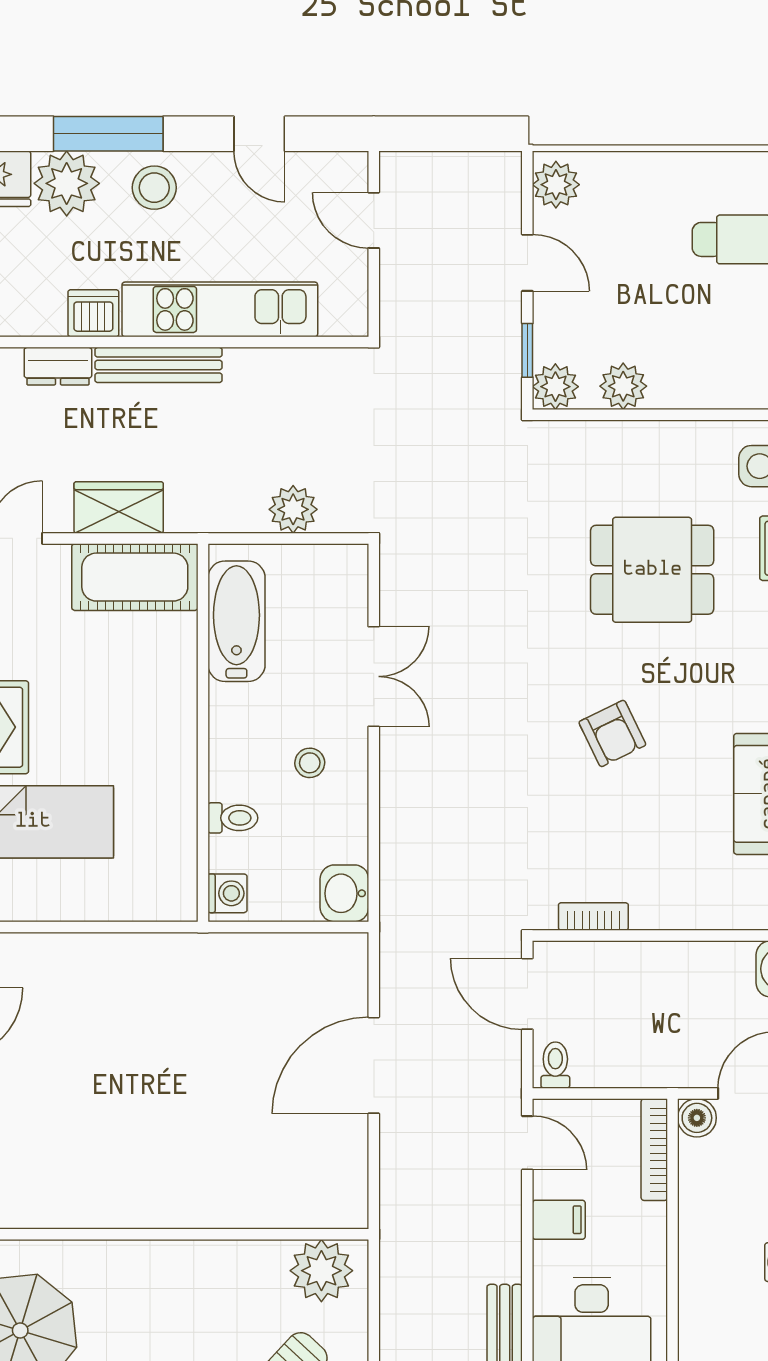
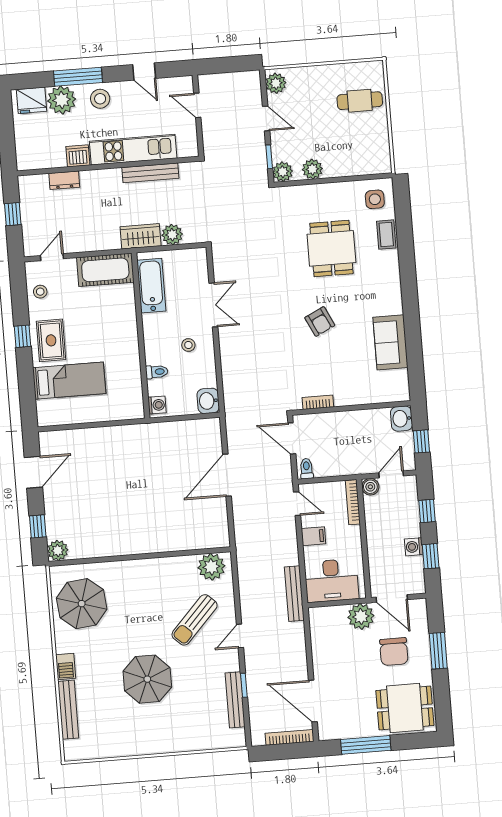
bench: (158, 365) -> (150, 173), moved
wardrobe: (119, 507) -> (141, 236), moved
dining table: (652, 570) -> (331, 248), turned 90

